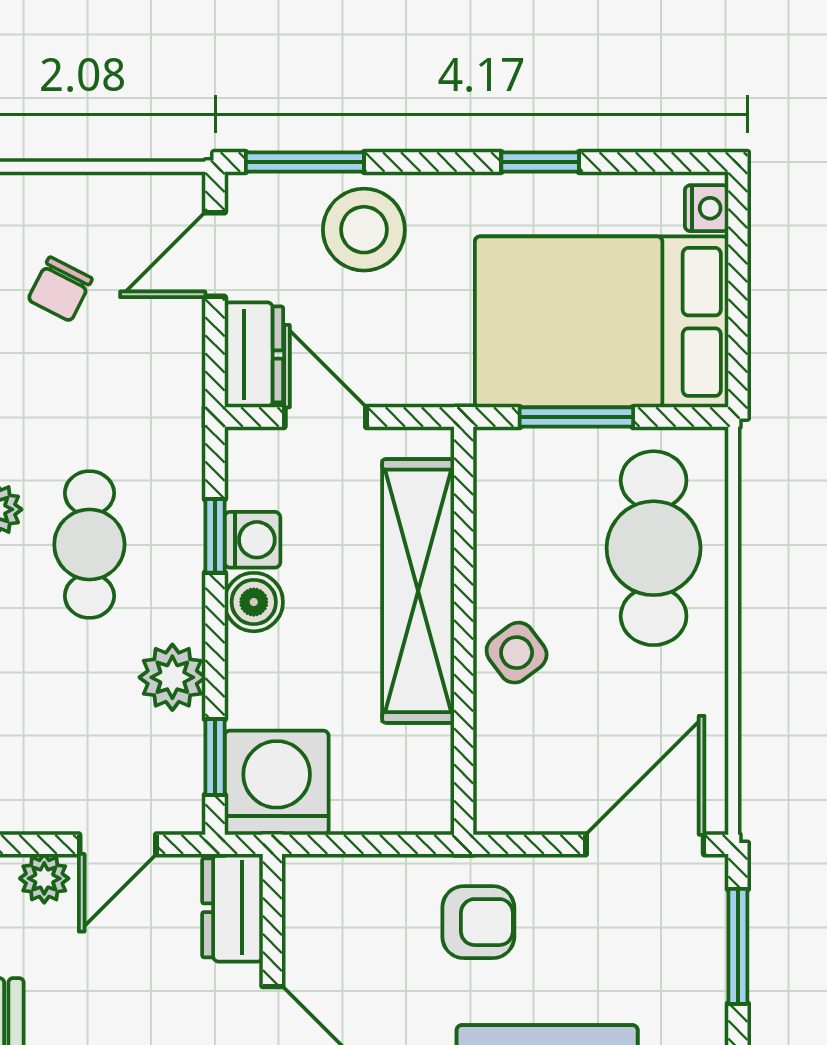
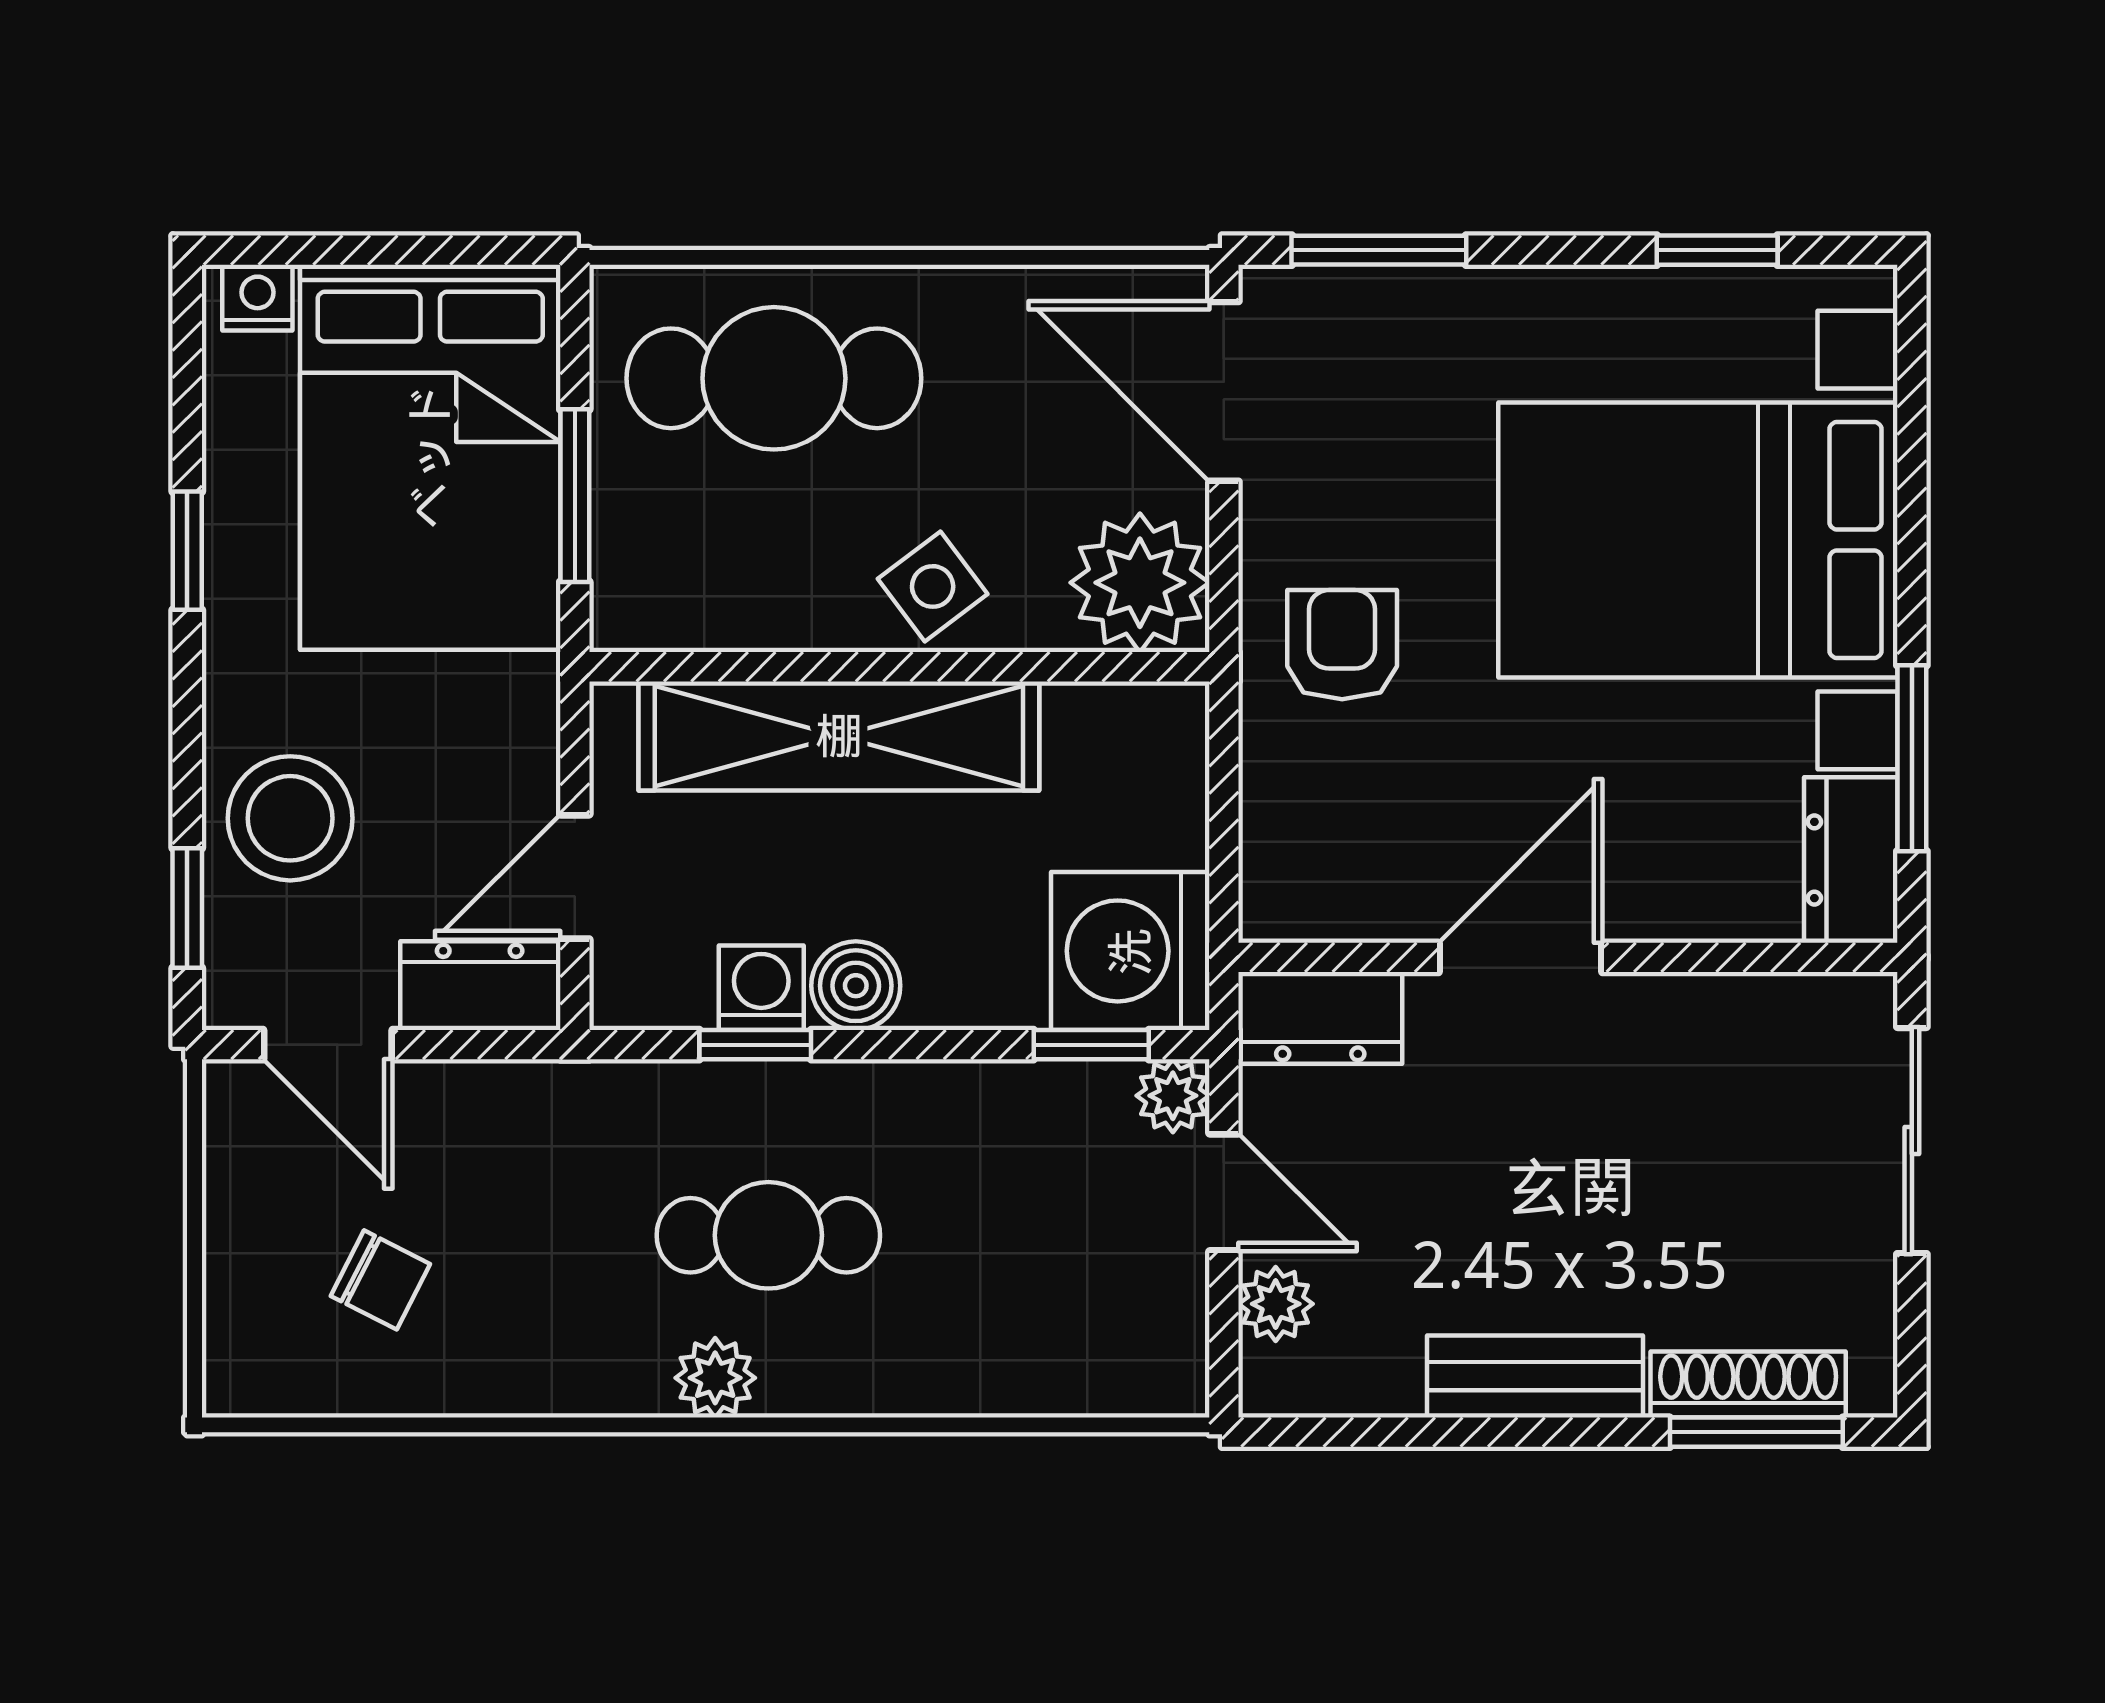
window: (305, 162) -> (187, 908), width x0.67
plant: (172, 677) -> (1173, 1096), moved, width x0.73, depth x0.73
plant: (519, 789) -> (1140, 583), added

